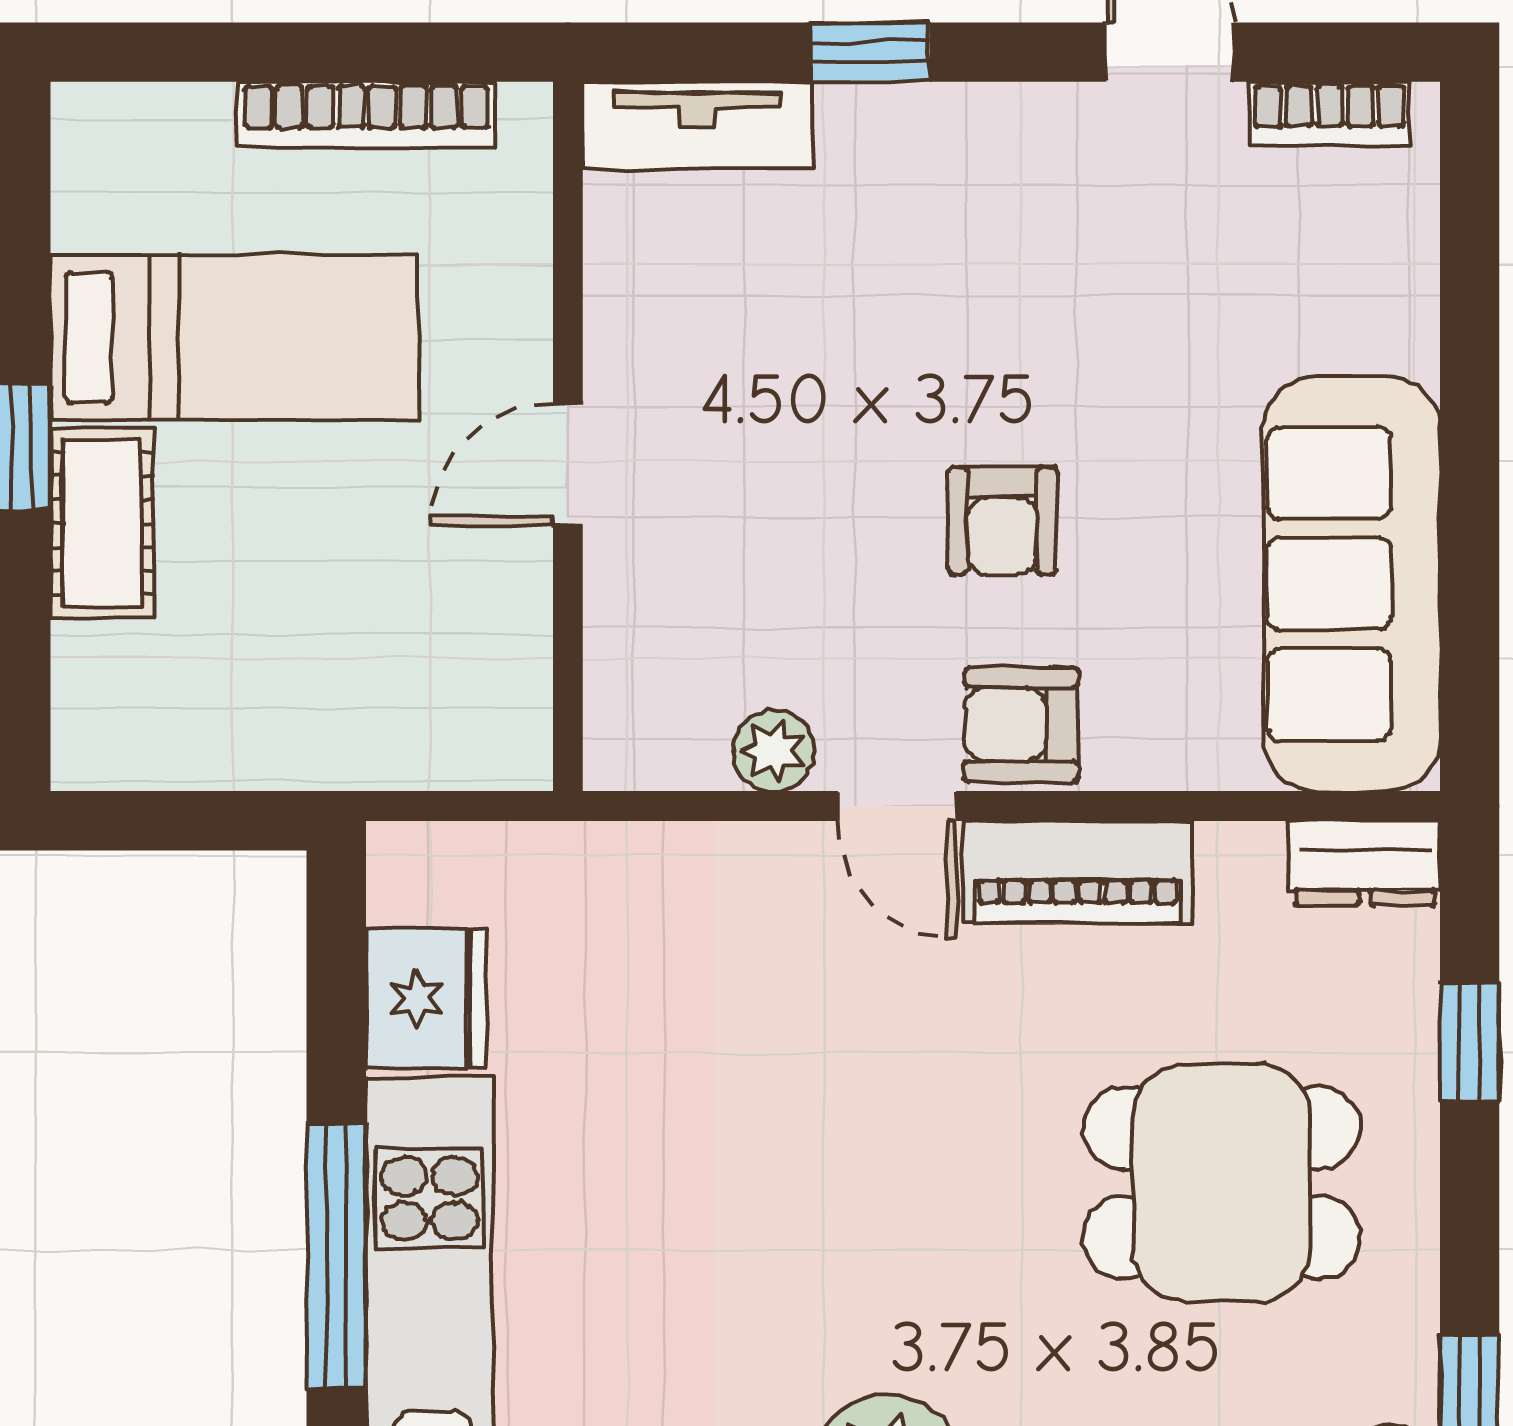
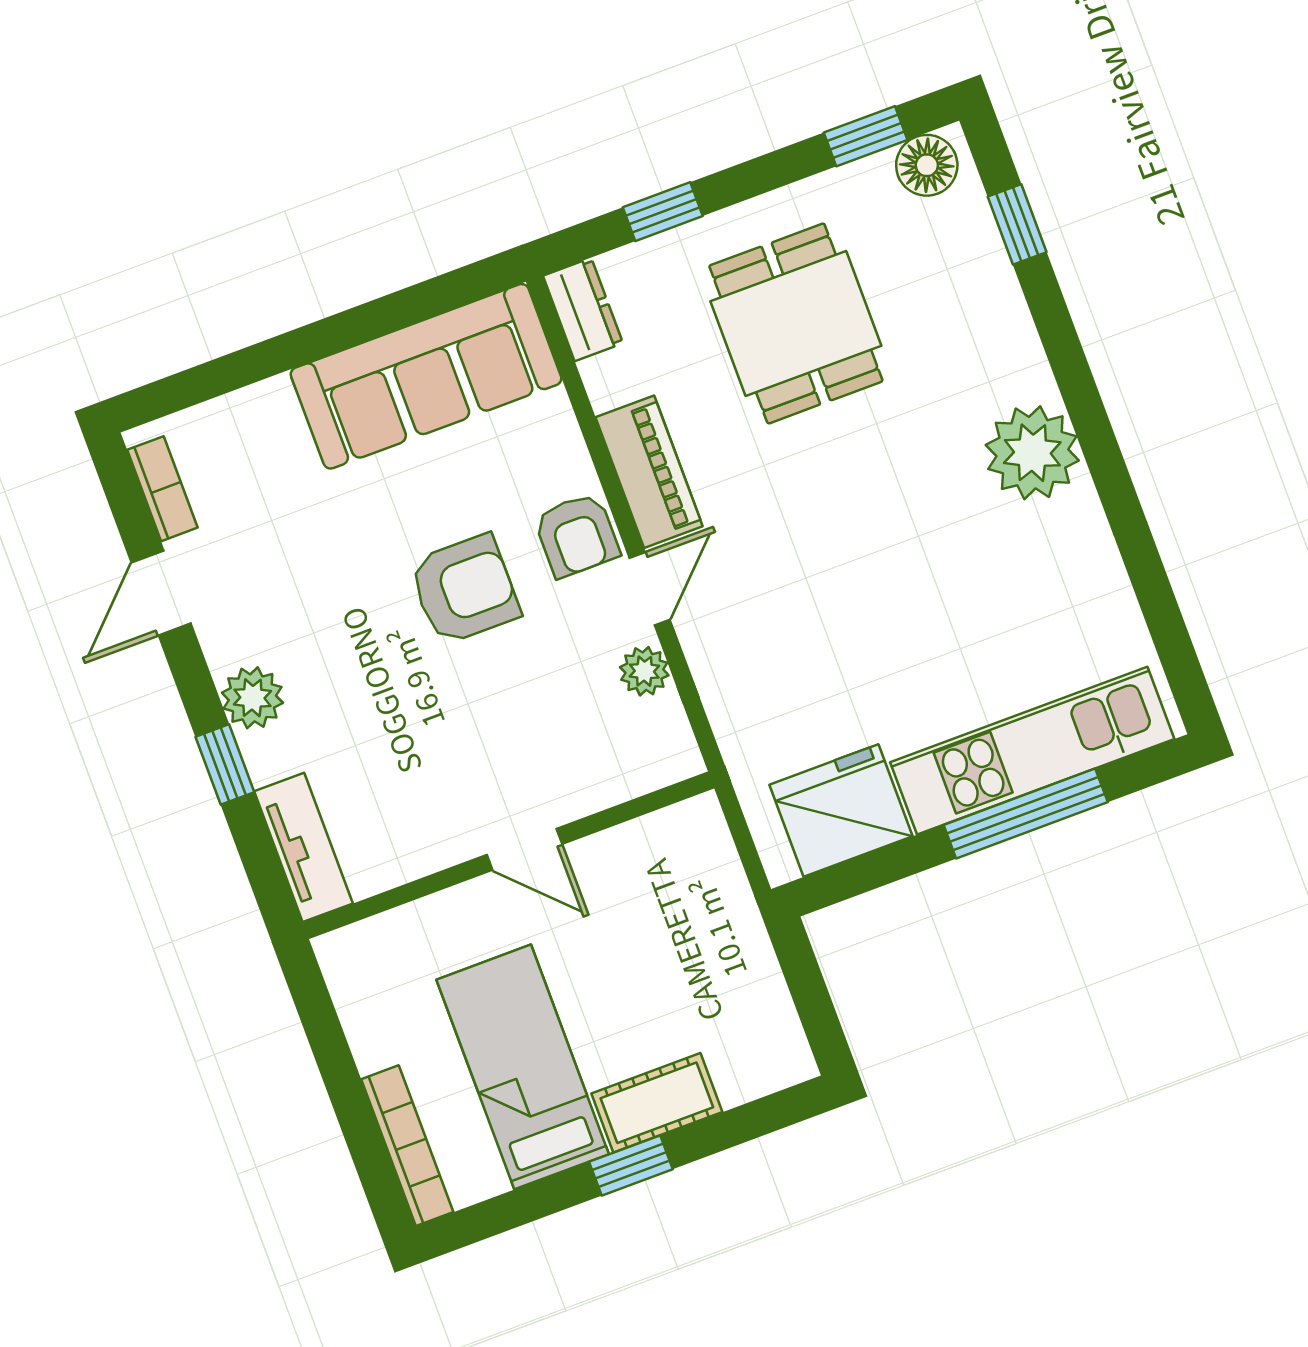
bookcase: (367, 115) -> (407, 1146), moved
plant: (957, 133) -> (252, 698), added
armchair: (1002, 521) -> (464, 589), width x1.38, depth x1.38
fridge: (426, 999) -> (841, 810), width x1.36, depth x1.34

